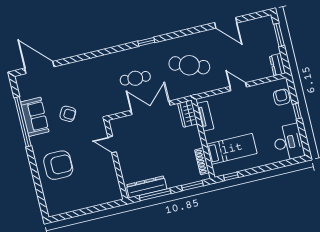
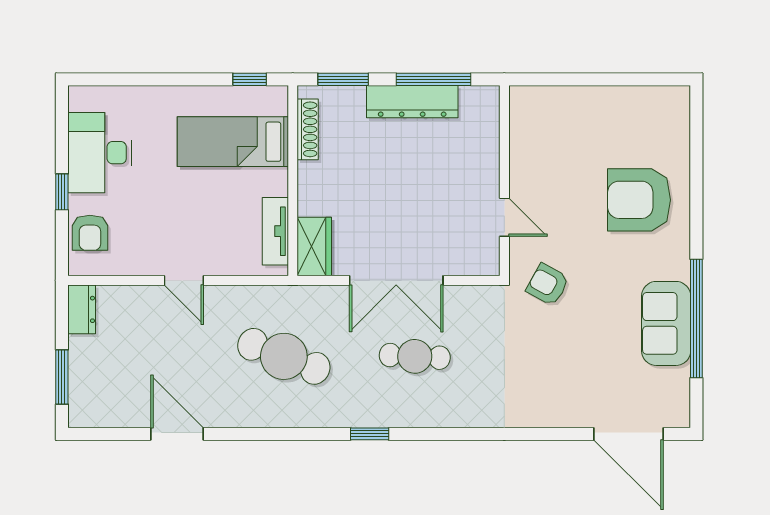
armchair: (68, 114) -> (548, 285), moved
desk: (288, 142) -> (100, 153), moved
dresser: (147, 187) -> (412, 102), moved

